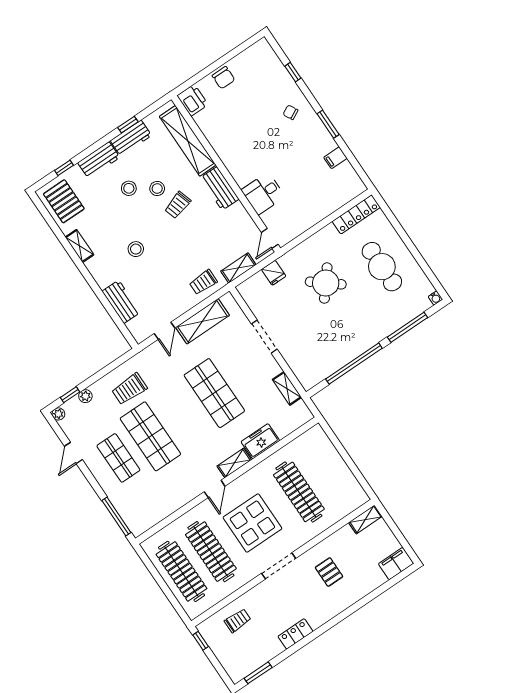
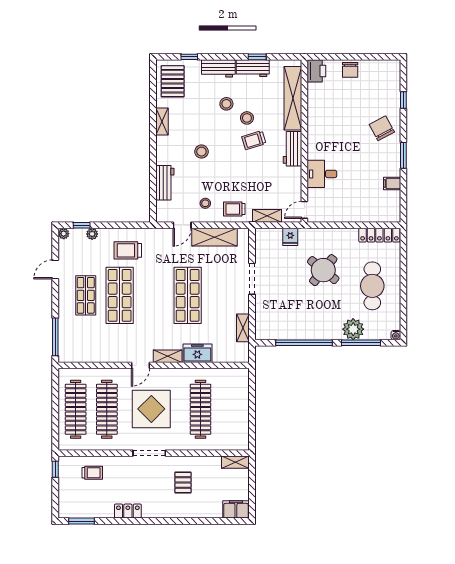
chair: (290, 112) -> (382, 128), width x1.87, depth x1.87
stool: (172, 295) -> (205, 203), added
plant: (392, 319) -> (353, 329), added

